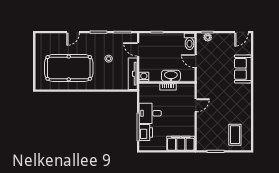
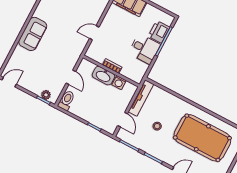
sofa: (243, 69) -> (33, 34), moved
washing machine: (144, 77) -> (119, 83), moved

